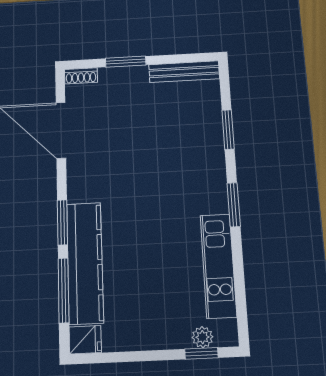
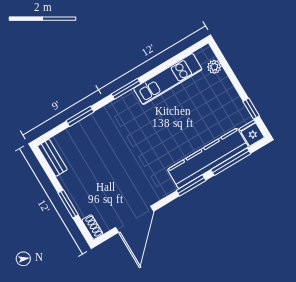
bench: (184, 72) -> (52, 158), width x0.73
window: (201, 353) -> (251, 109), moved

